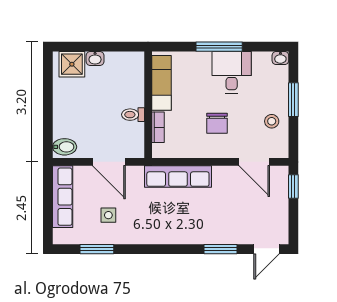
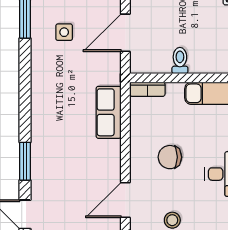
bookcase: (158, 127) -> (147, 89), moved
row of seats: (178, 176) -> (109, 112), width x0.68

